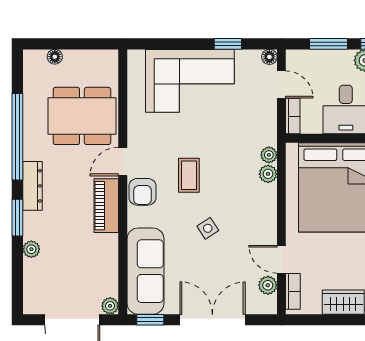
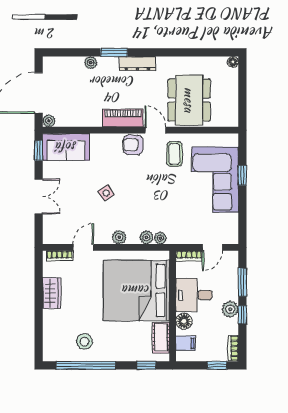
window: (228, 44) -> (242, 175), moved
floor lamp: (55, 57) -> (233, 62), moved
floor lamp: (269, 57) -> (233, 239), removed
window: (17, 137) -> (174, 52), removed
coffee table: (189, 175) -> (174, 154), moved, turned 90
sofa: (145, 271) -> (66, 147), width x0.73
plant: (268, 285) -> (119, 237), moved
double door: (212, 320) -> (39, 196), width x0.73

